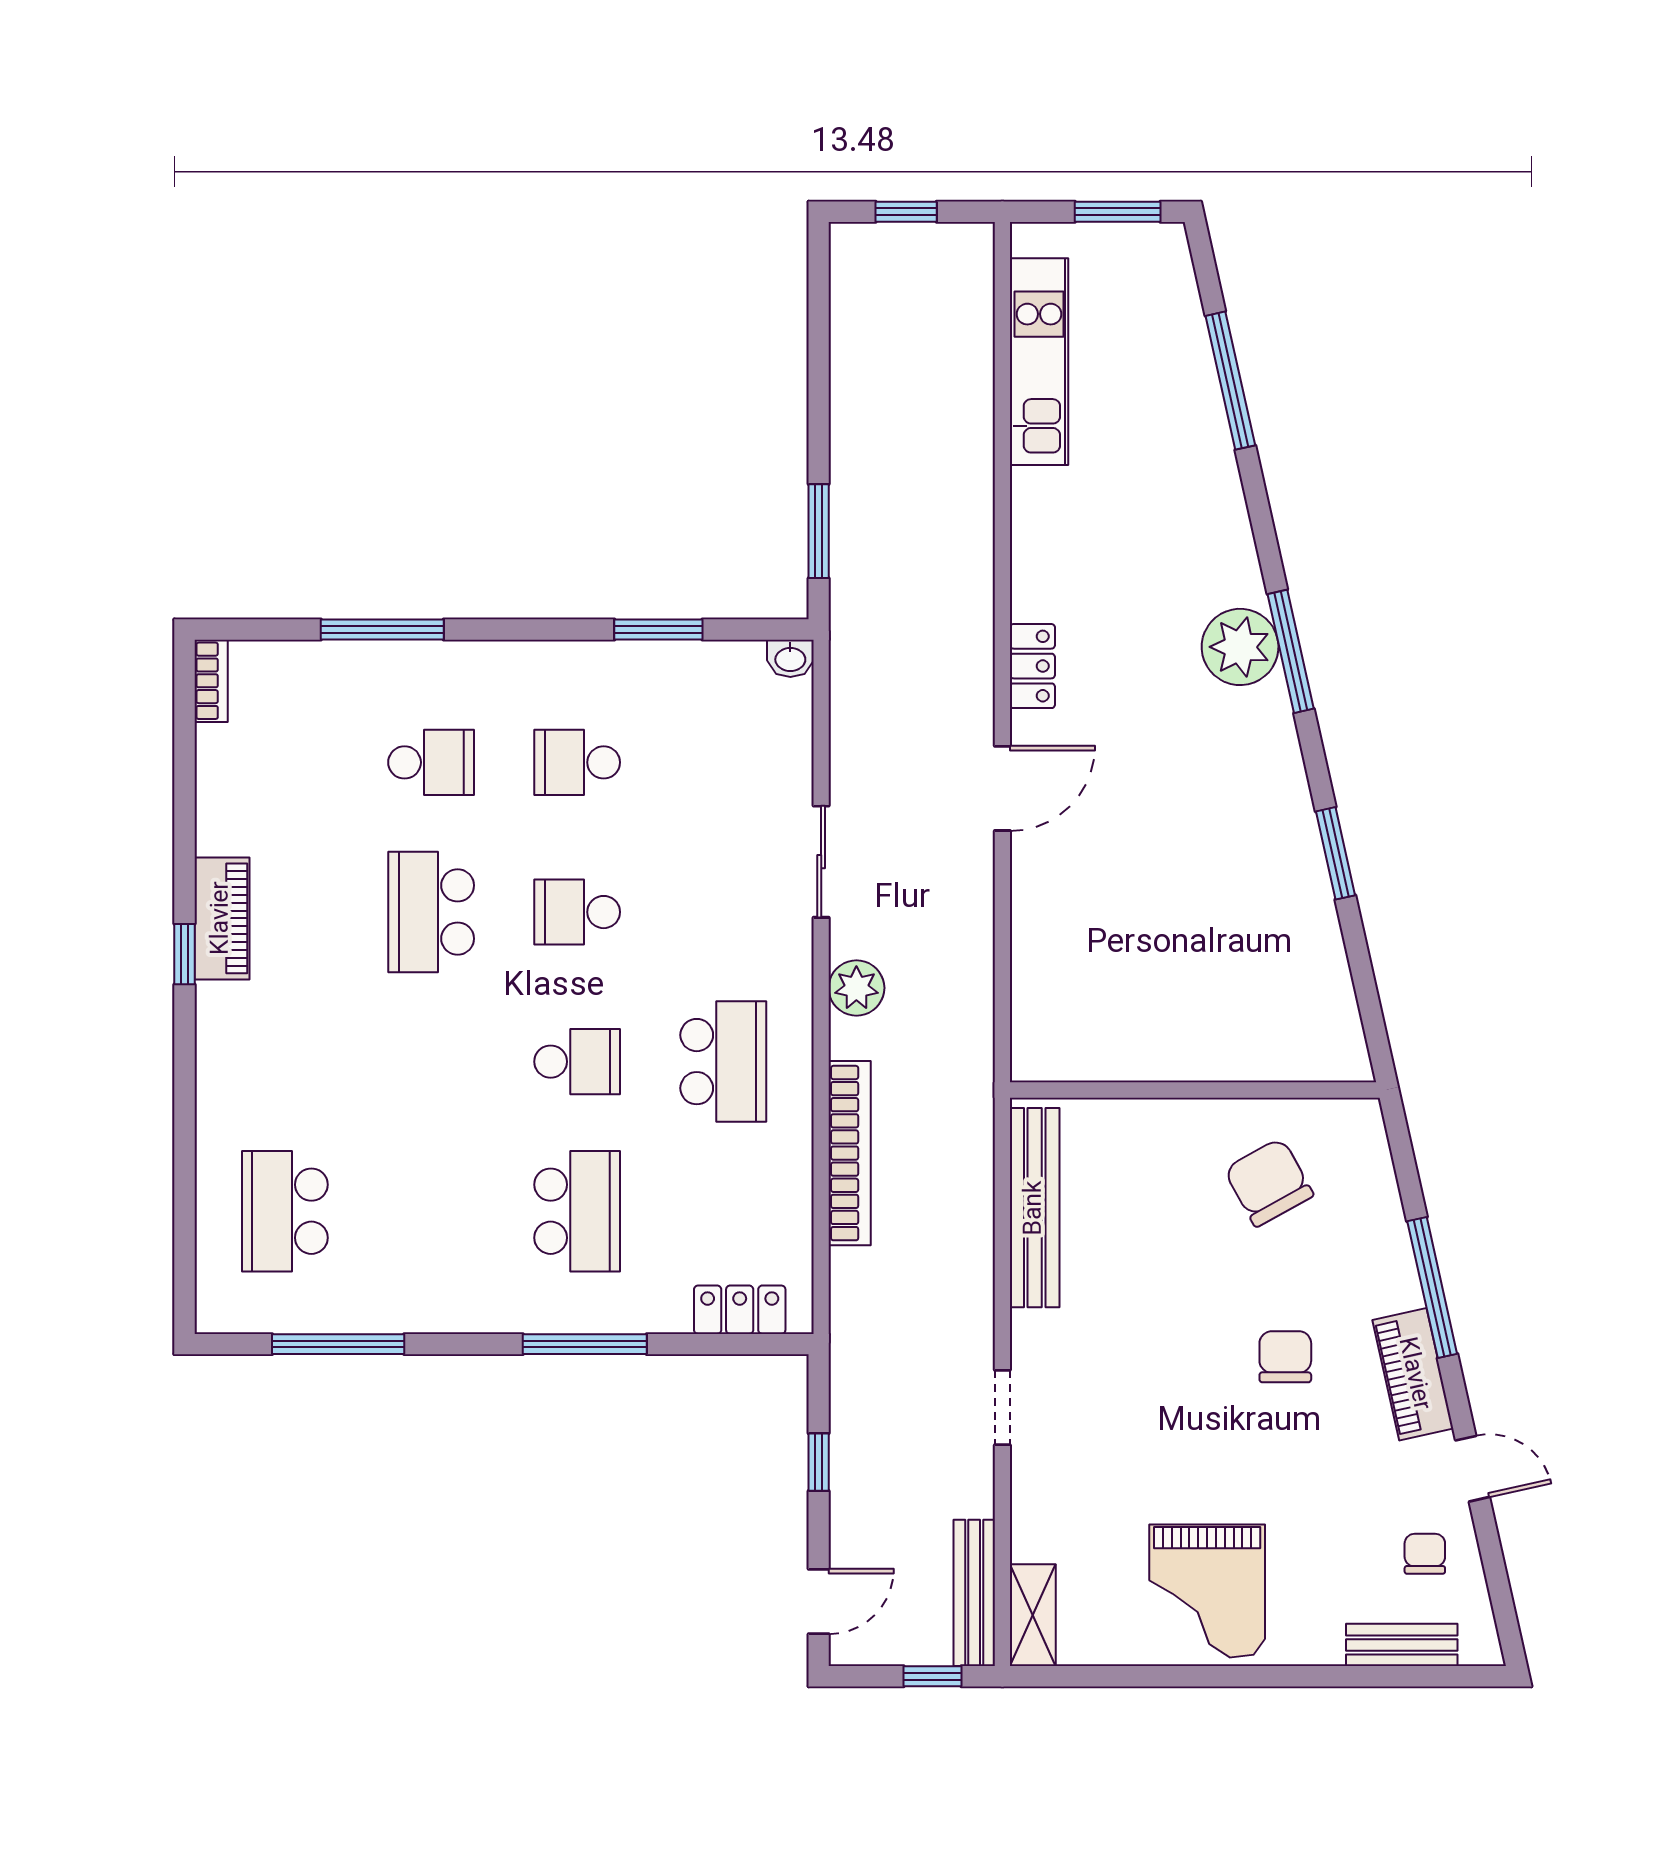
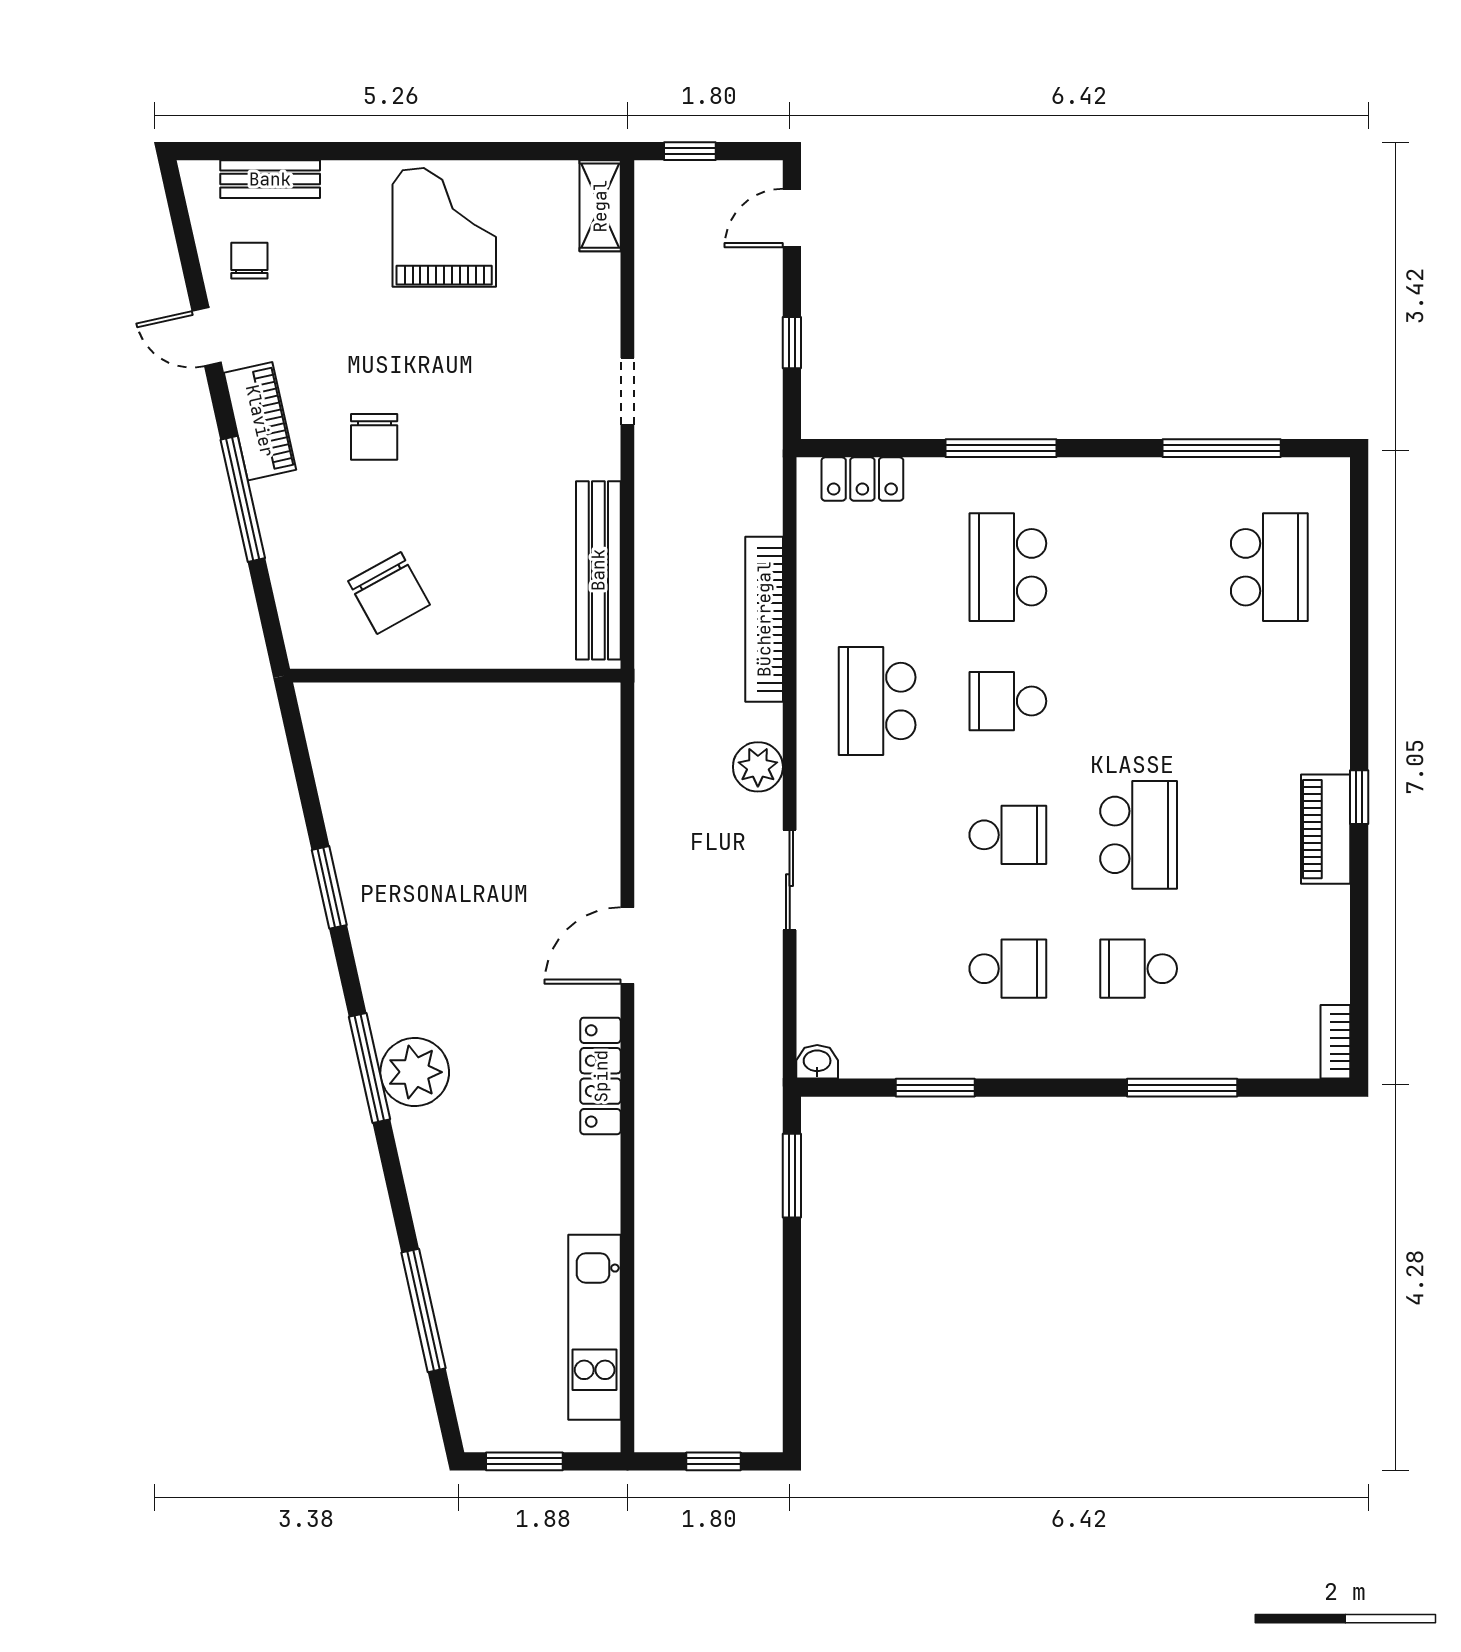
locker: (1032, 666) -> (601, 1076), width x1.53
chair: (1425, 1554) -> (249, 261), turned 180
bench: (974, 1593) -> (653, 226), removed

